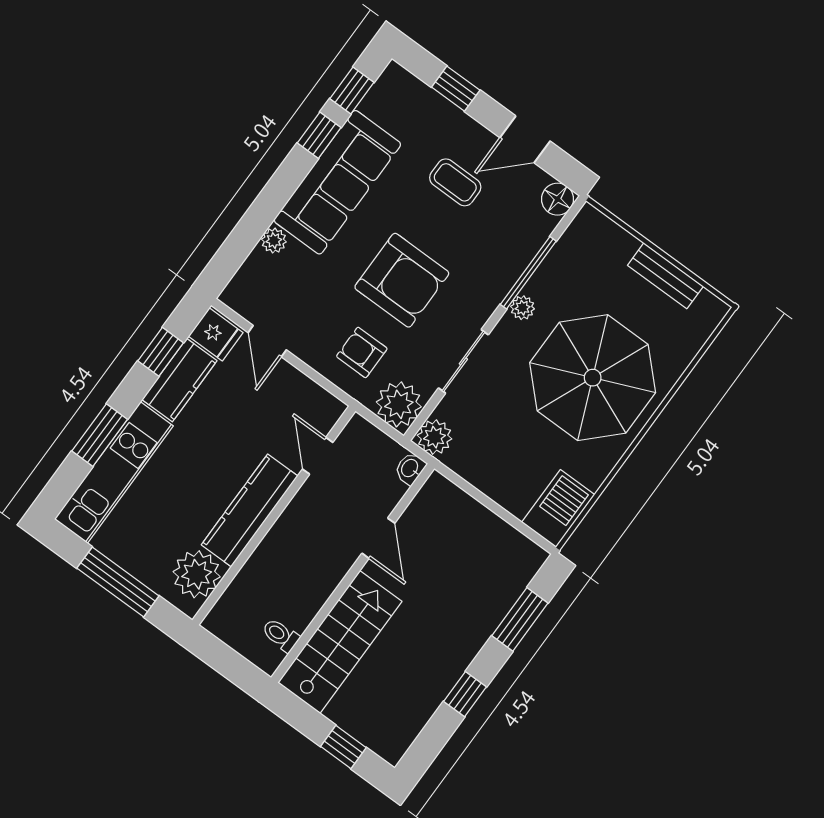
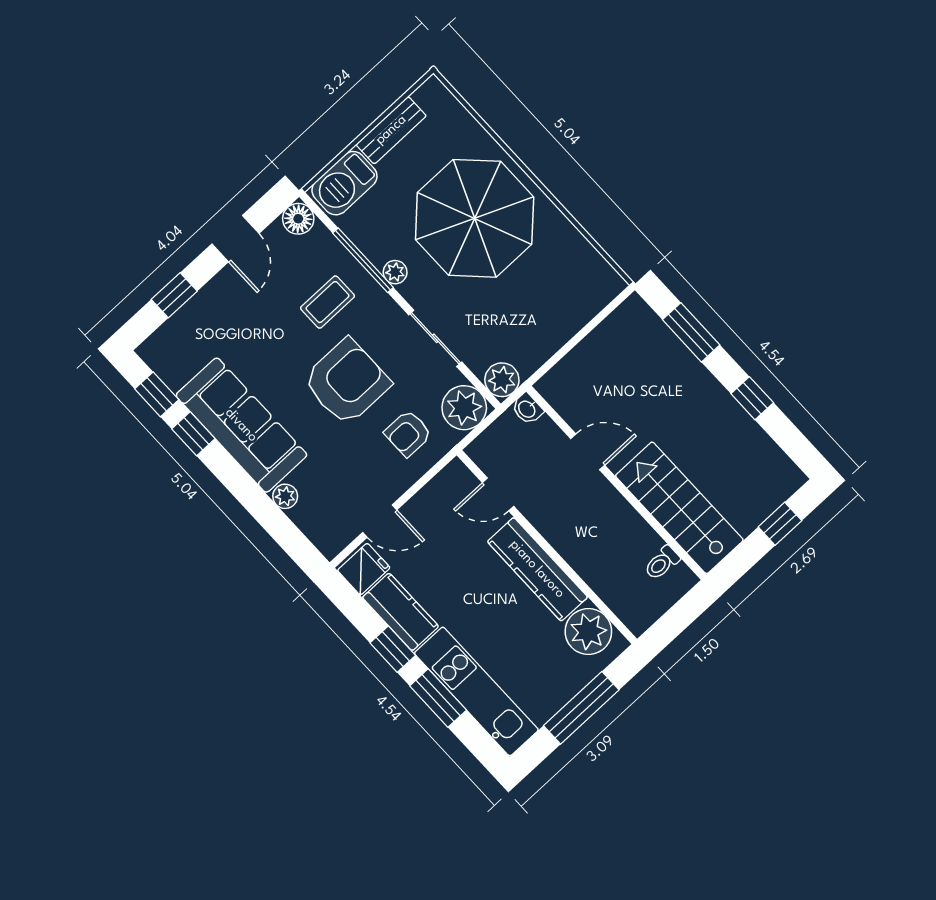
coffee table: (455, 182) -> (328, 302), moved
window: (161, 352) -> (393, 649), moved
barbecue: (558, 509) -> (344, 183), moved, turned -90

